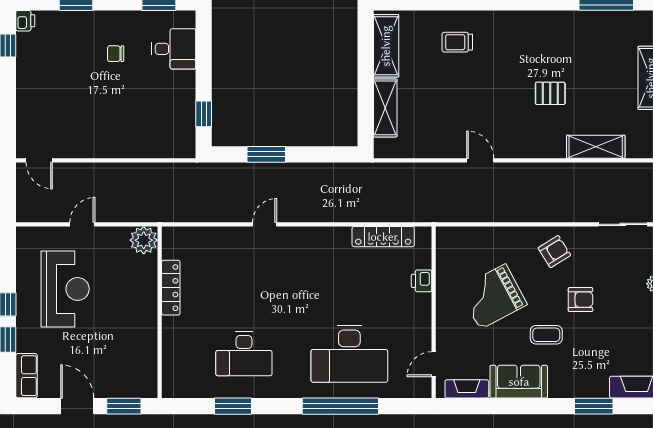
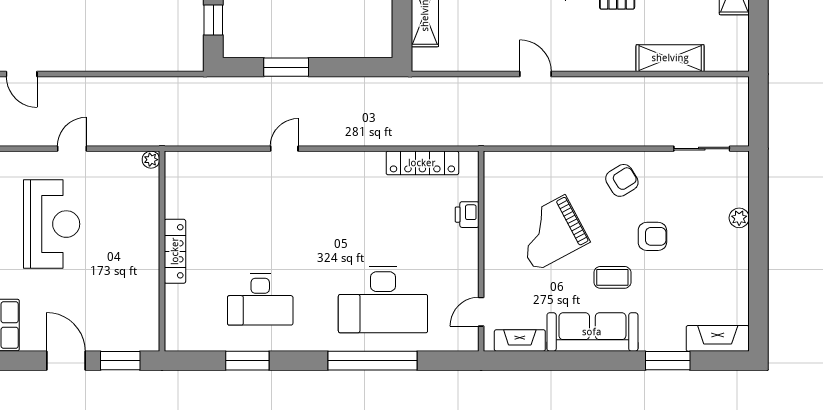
plant: (144, 240) -> (151, 160), width x0.53, depth x0.53
locker: (171, 288) -> (175, 251), moved
sofa: (519, 382) -> (592, 332), width x1.36

